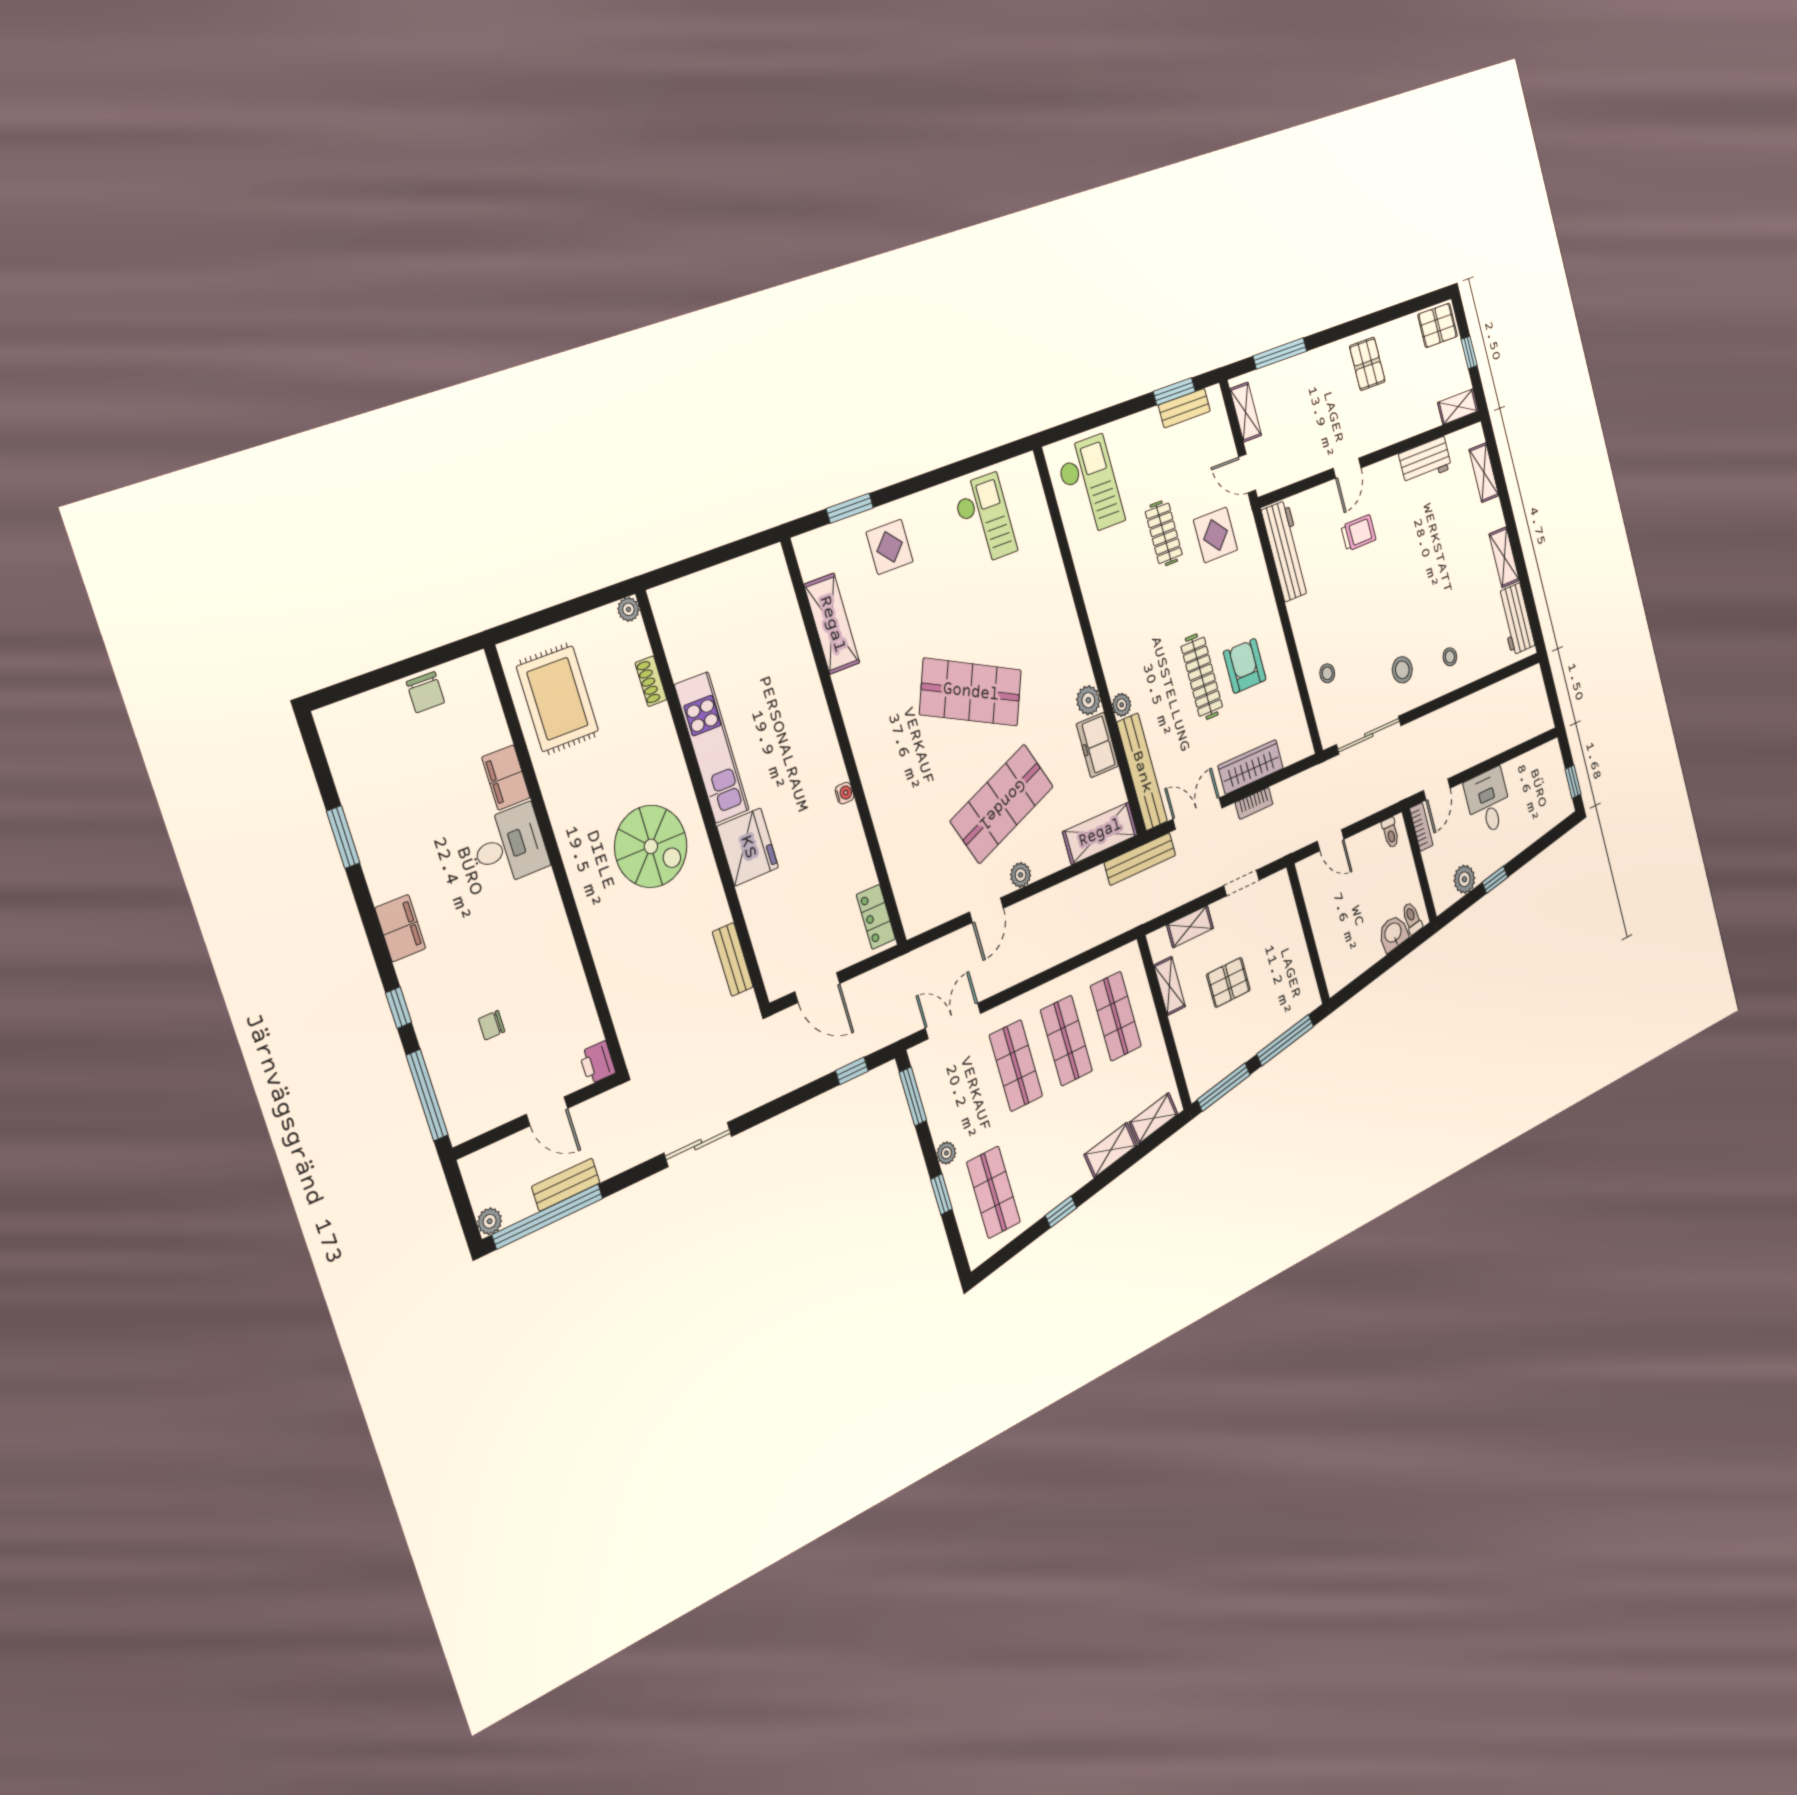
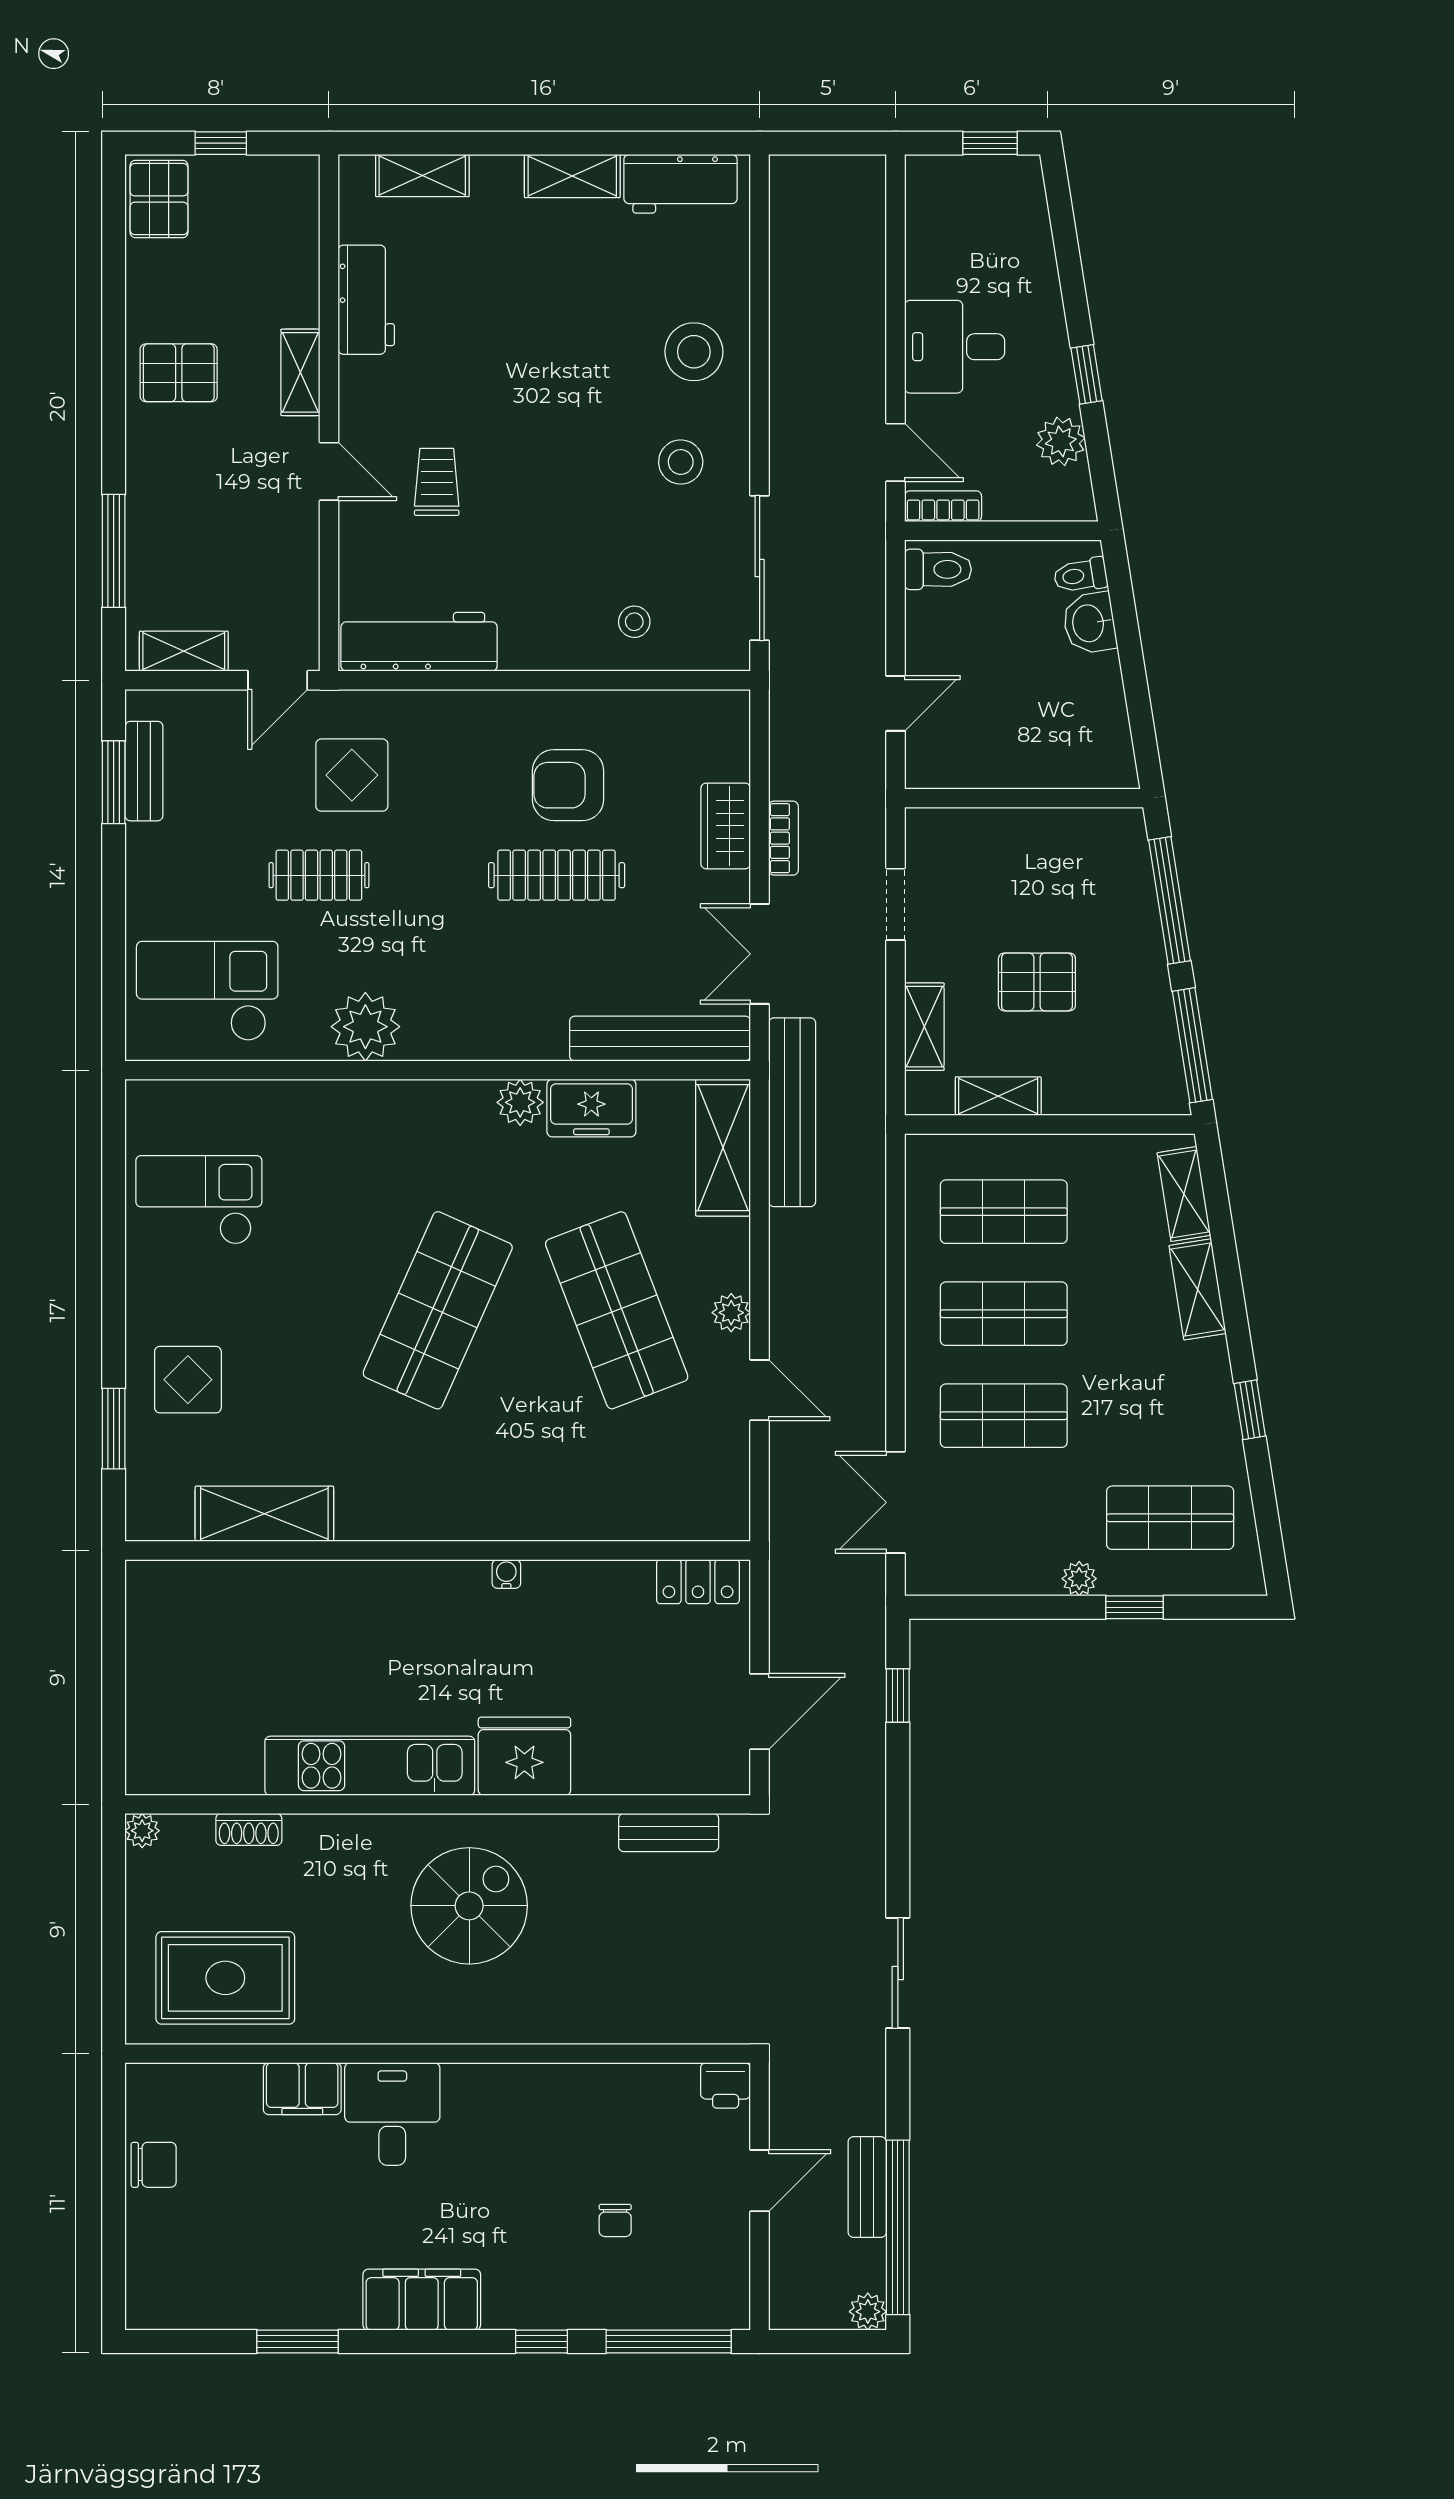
shelving: (1458, 407) -> (300, 372), moved
stool: (1450, 657) -> (694, 352), width x1.89, depth x1.89
plant: (1122, 705) -> (365, 1027), moved, width x1.87, depth x1.87
wardrobe: (1251, 767) -> (726, 826), width x0.67
toilet: (1390, 833) -> (938, 569), width x1.37, depth x1.39
bench: (1140, 859) -> (792, 1112), width x1.37, depth x1.21
filing cabinet: (400, 928) -> (422, 2300), width x1.50, depth x1.17
pallet: (1228, 982) -> (1037, 982), turned 90
window: (913, 1096) -> (975, 1607), removed

